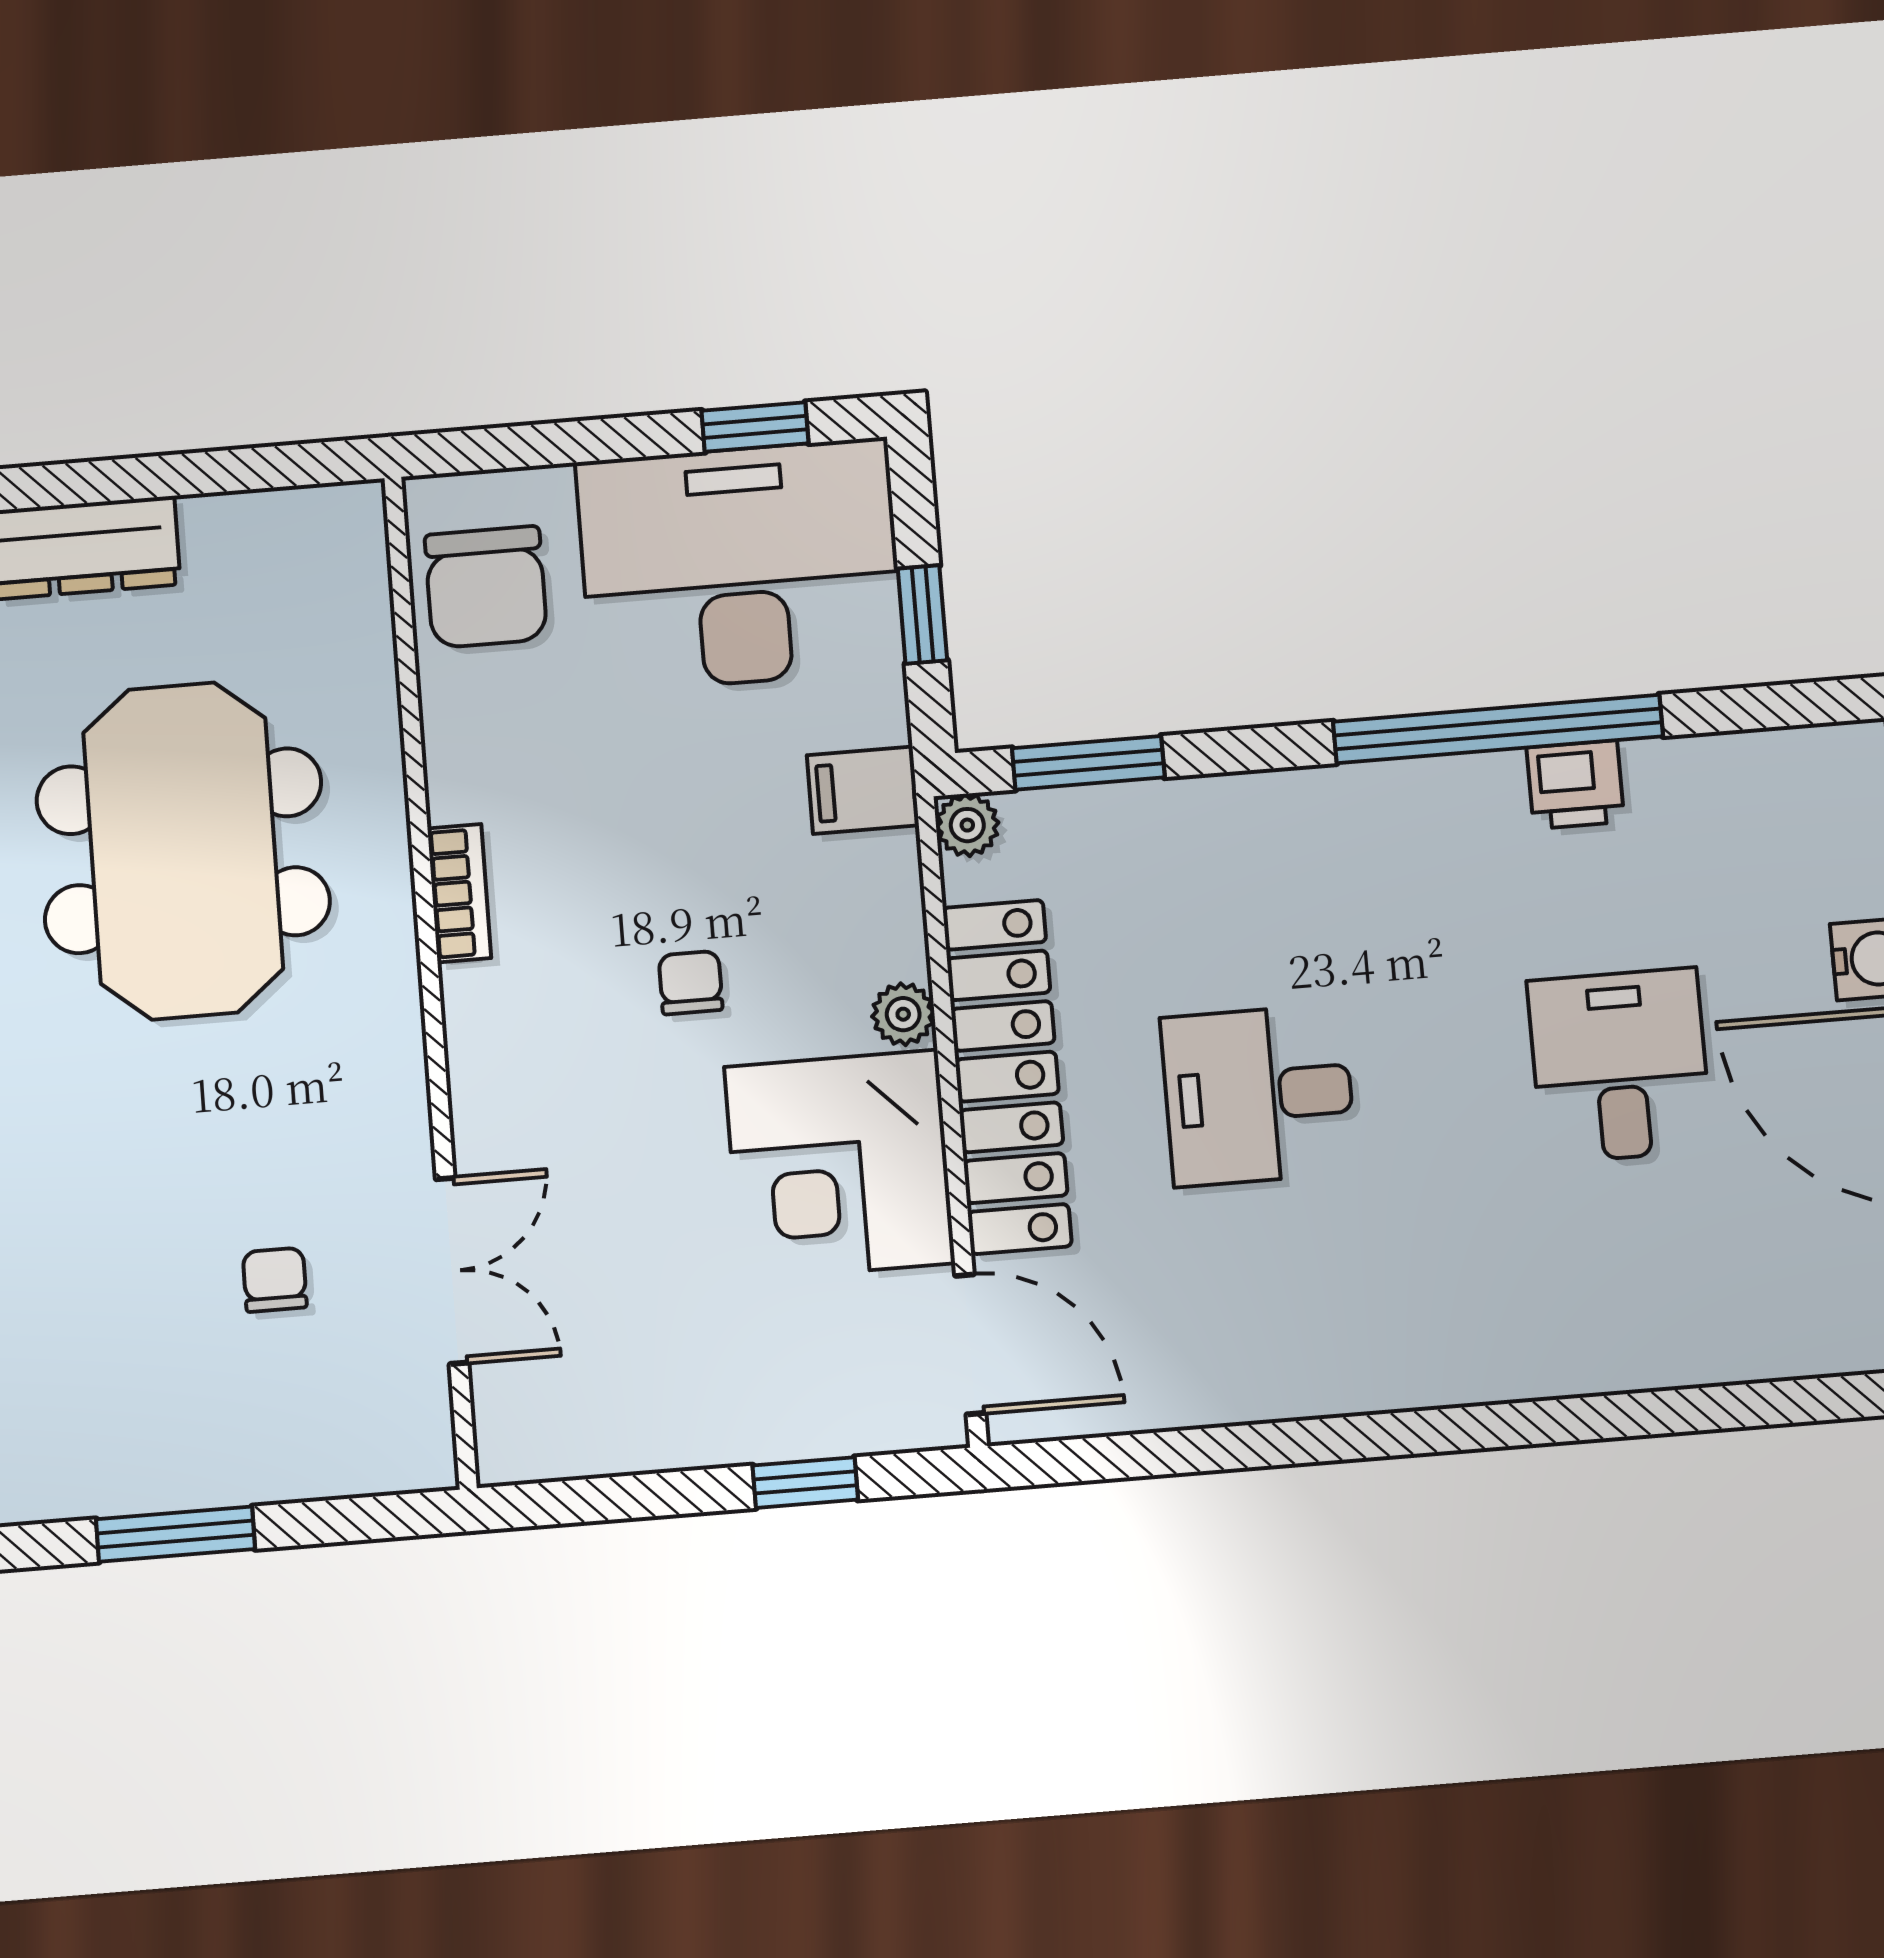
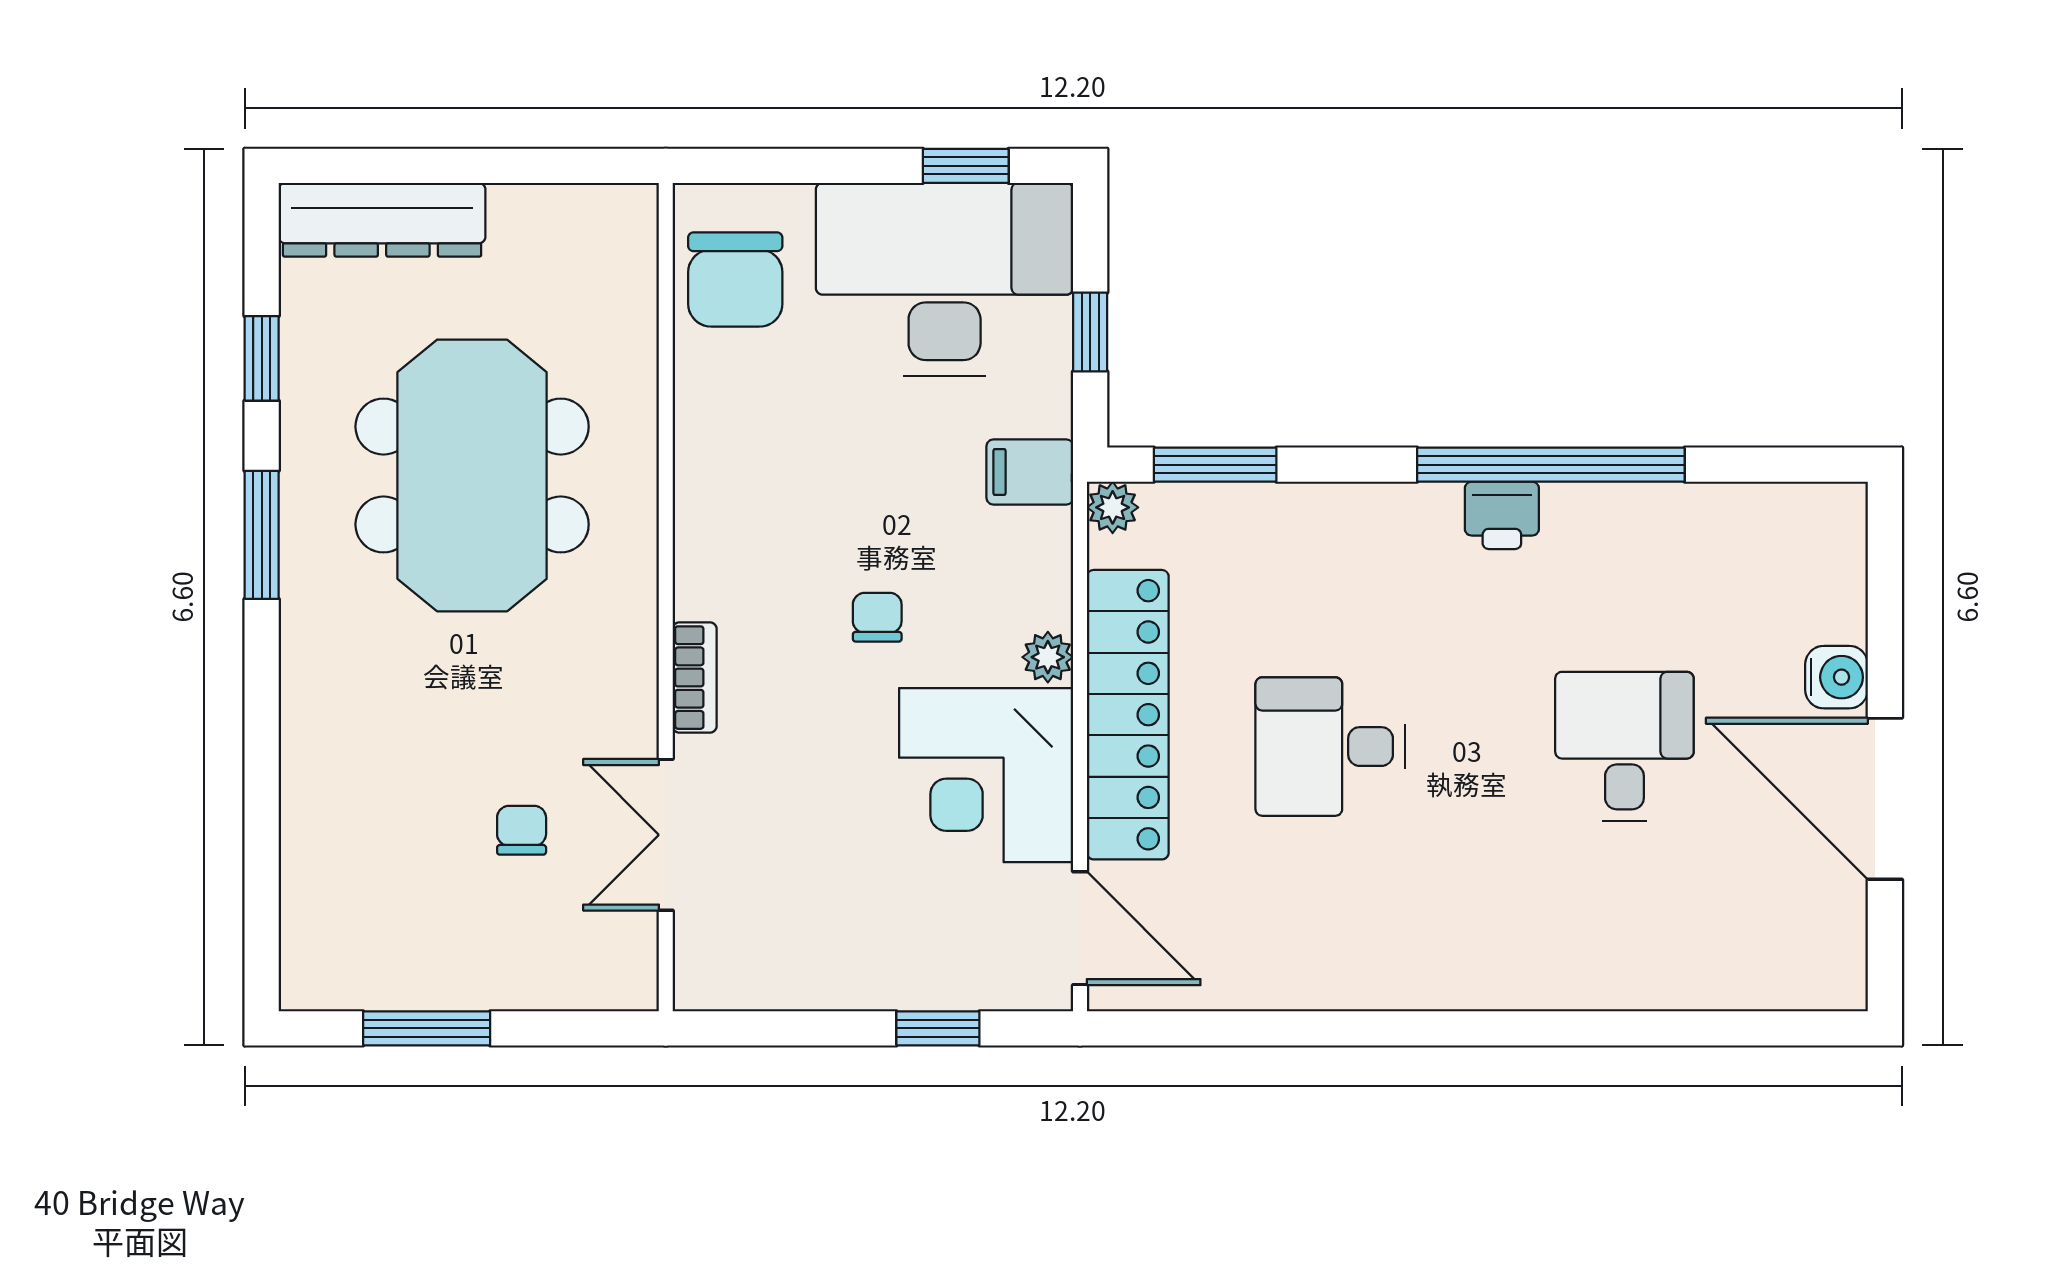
printer: (1575, 785) -> (1502, 515), moved
bookcase: (459, 893) -> (695, 678), moved
double door: (452, 1271) -> (666, 835), swing flipped

